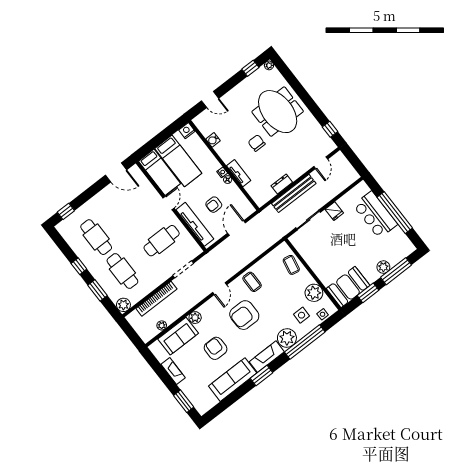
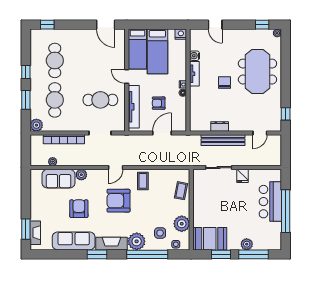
tv unit: (239, 173) -> (194, 74), moved
door: (169, 203) -> (127, 76), swing flipped
fireplace: (173, 371) -> (35, 233), moved

